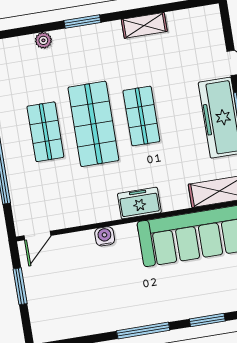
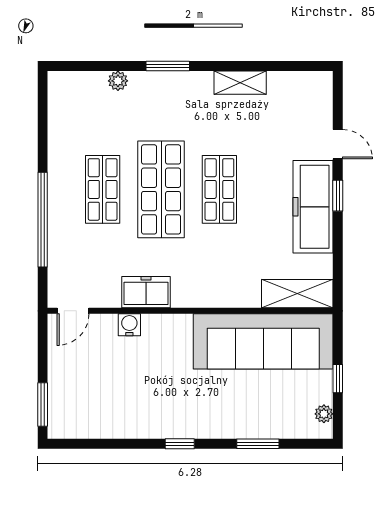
freezer: (139, 203) -> (146, 292), moved
water cooler: (105, 236) -> (129, 325), moved
window: (20, 286) -> (43, 405), moved
window: (143, 331) -> (180, 444), width x0.46

